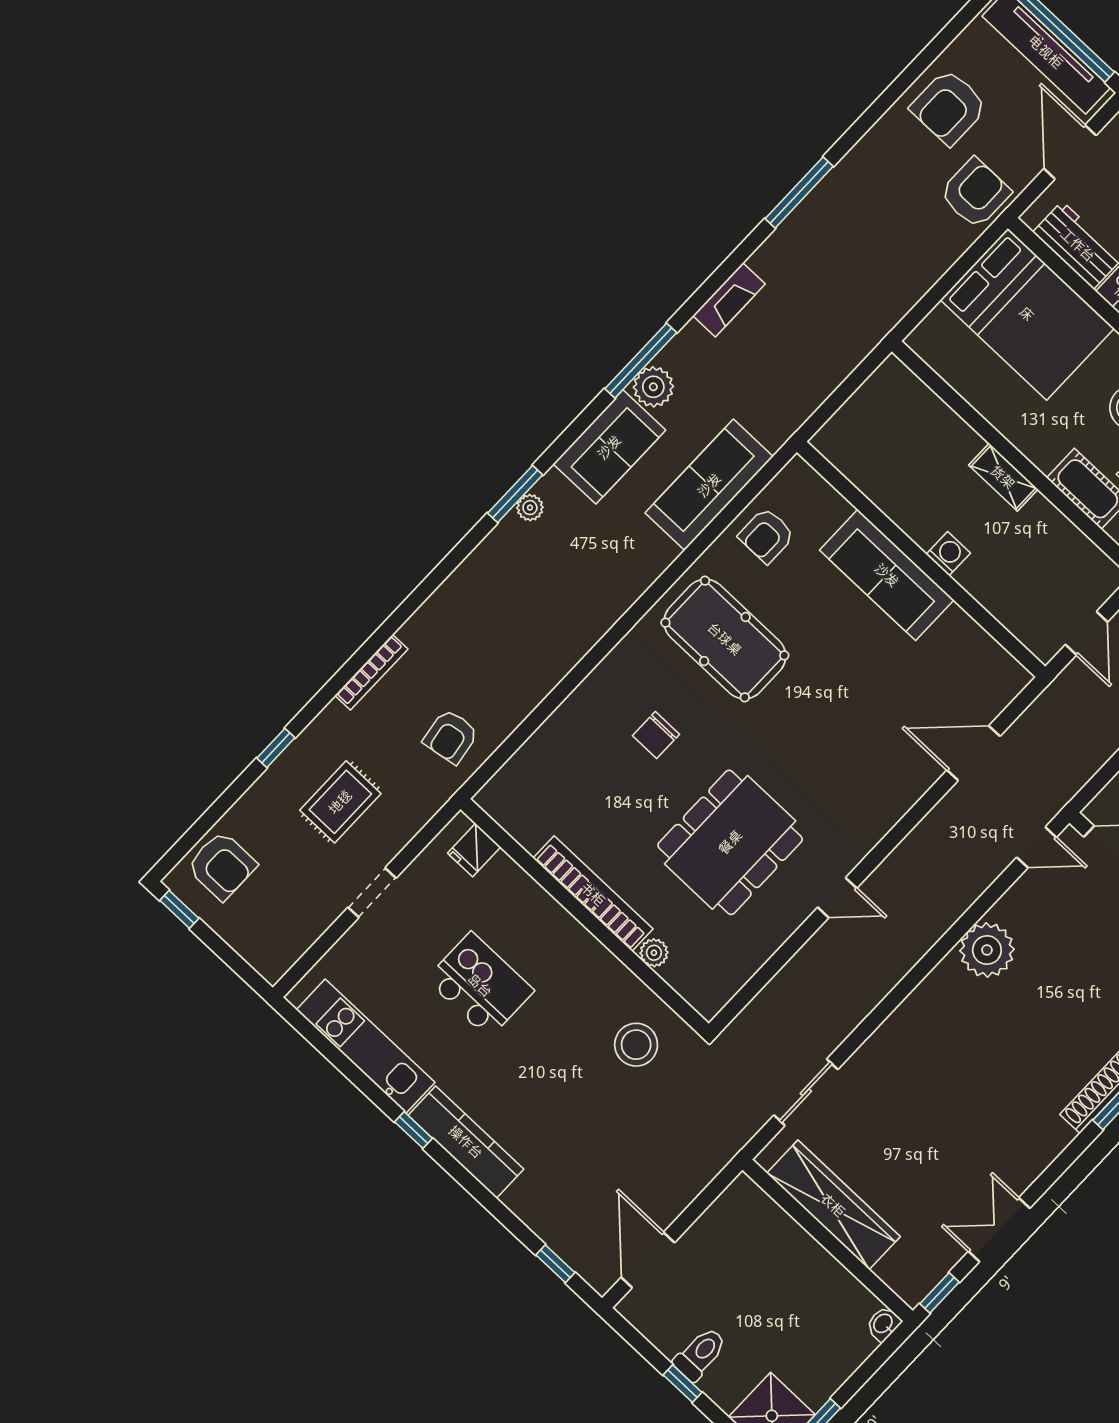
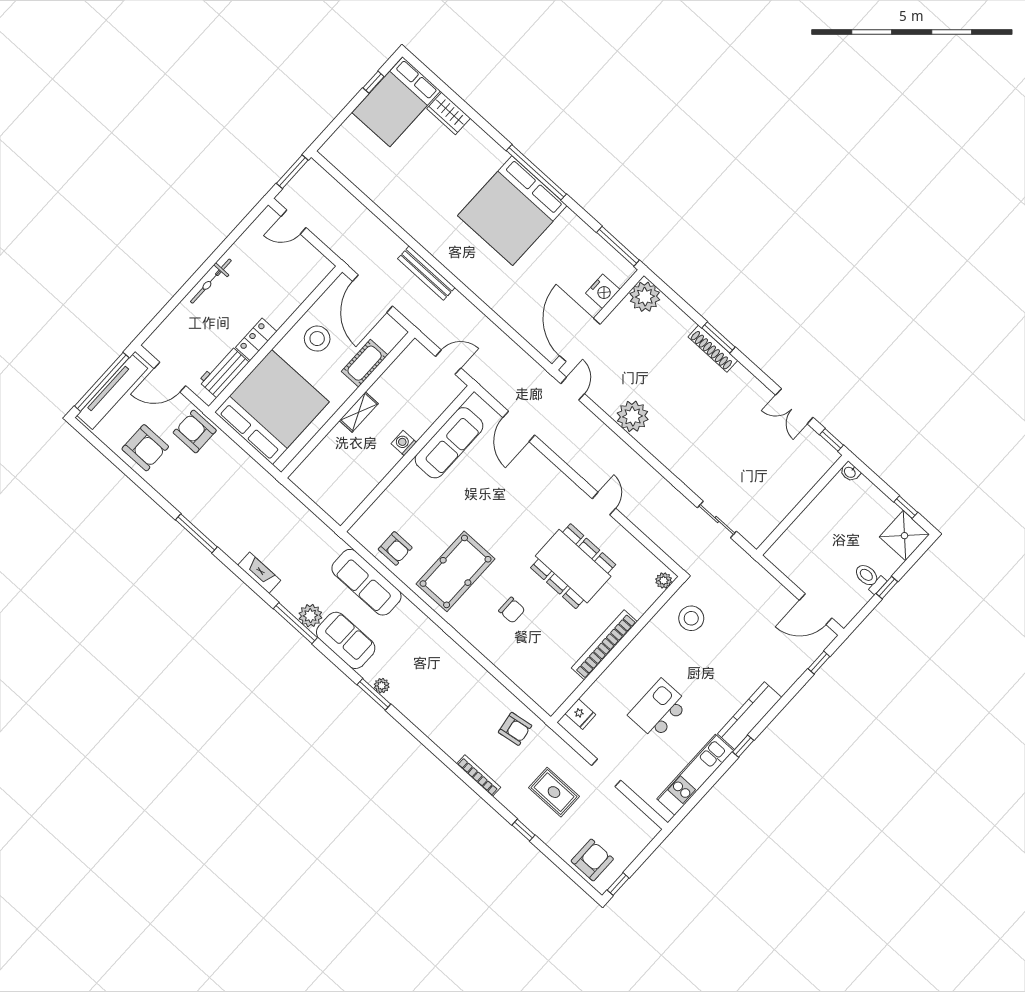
bed: (1027, 314) -> (272, 407), width x1.36
sofa: (887, 575) -> (449, 443), moved
plant: (654, 953) -> (664, 580), moved
wardrobe: (833, 1205) -> (782, 502), removed

